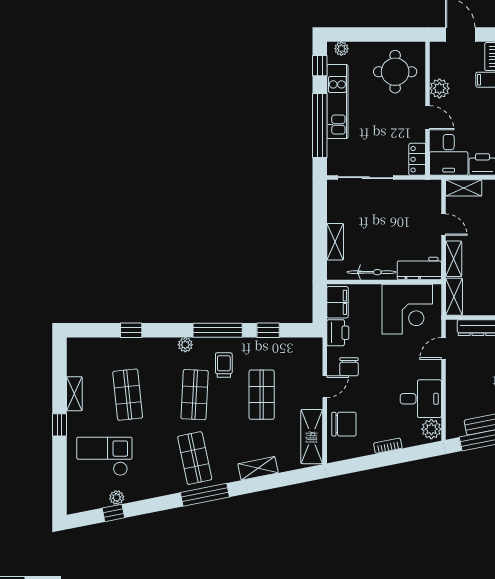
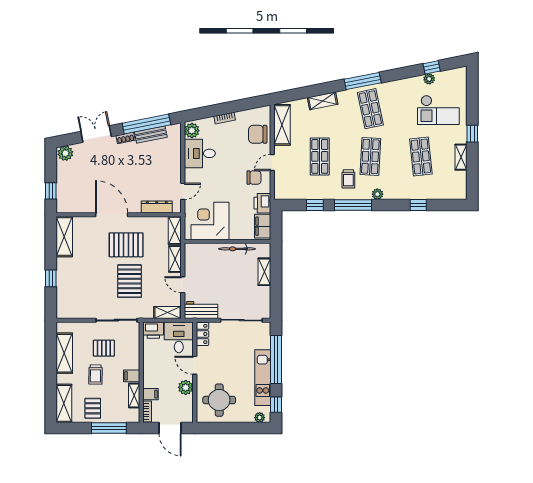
workbench: (419, 269) -> (201, 310), moved, turned 180
chair: (349, 367) -> (254, 178), turned 90

